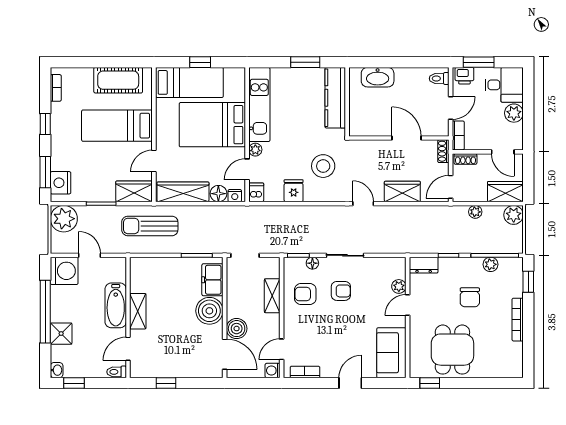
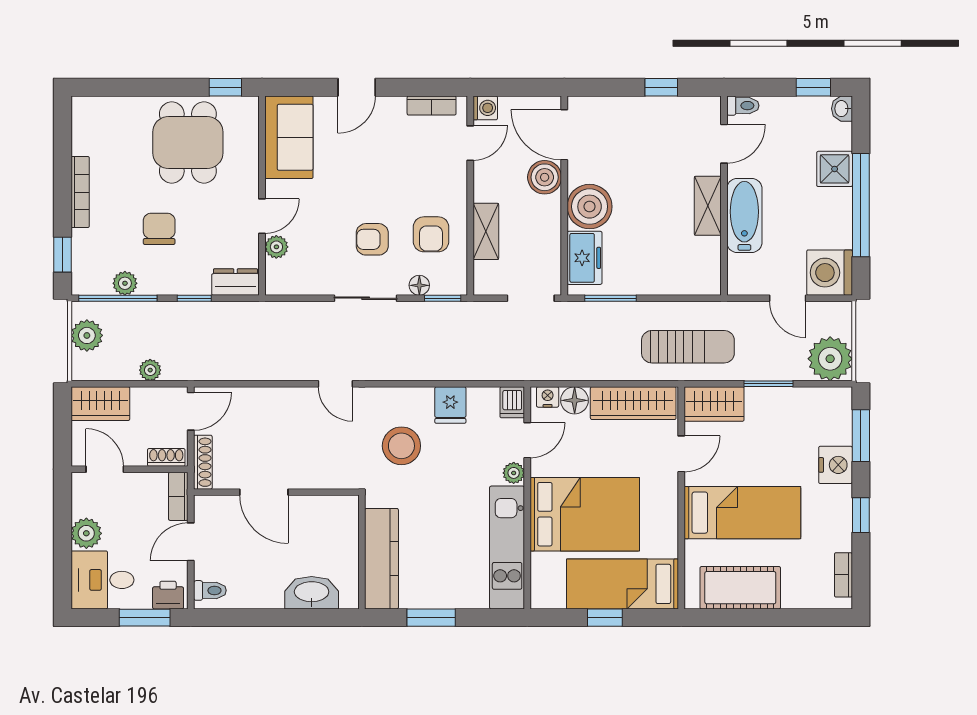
shoe rack: (443, 151) -> (203, 462), width x1.43
nightstand: (61, 183) -> (836, 465), moved
wardrobe: (402, 191) -> (271, 404), removed
plant: (514, 215) -> (87, 335), moved
armchair: (305, 294) -> (431, 234), turned 90

